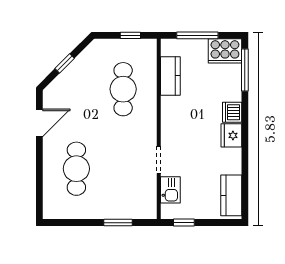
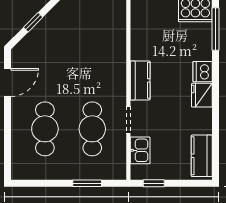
kitchen counter: (170, 76) -> (140, 80), moved
cafe table: (123, 89) -> (92, 129), moved

